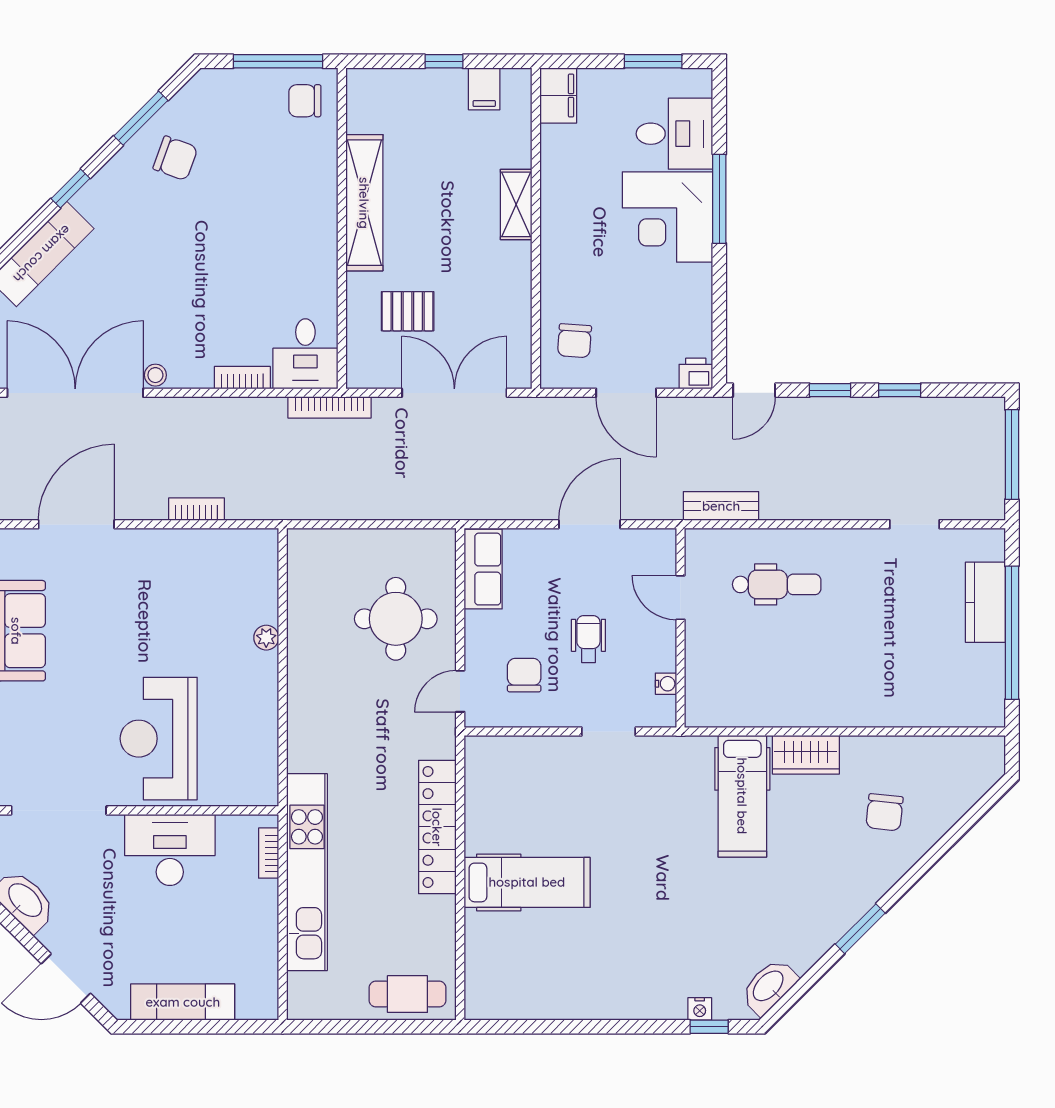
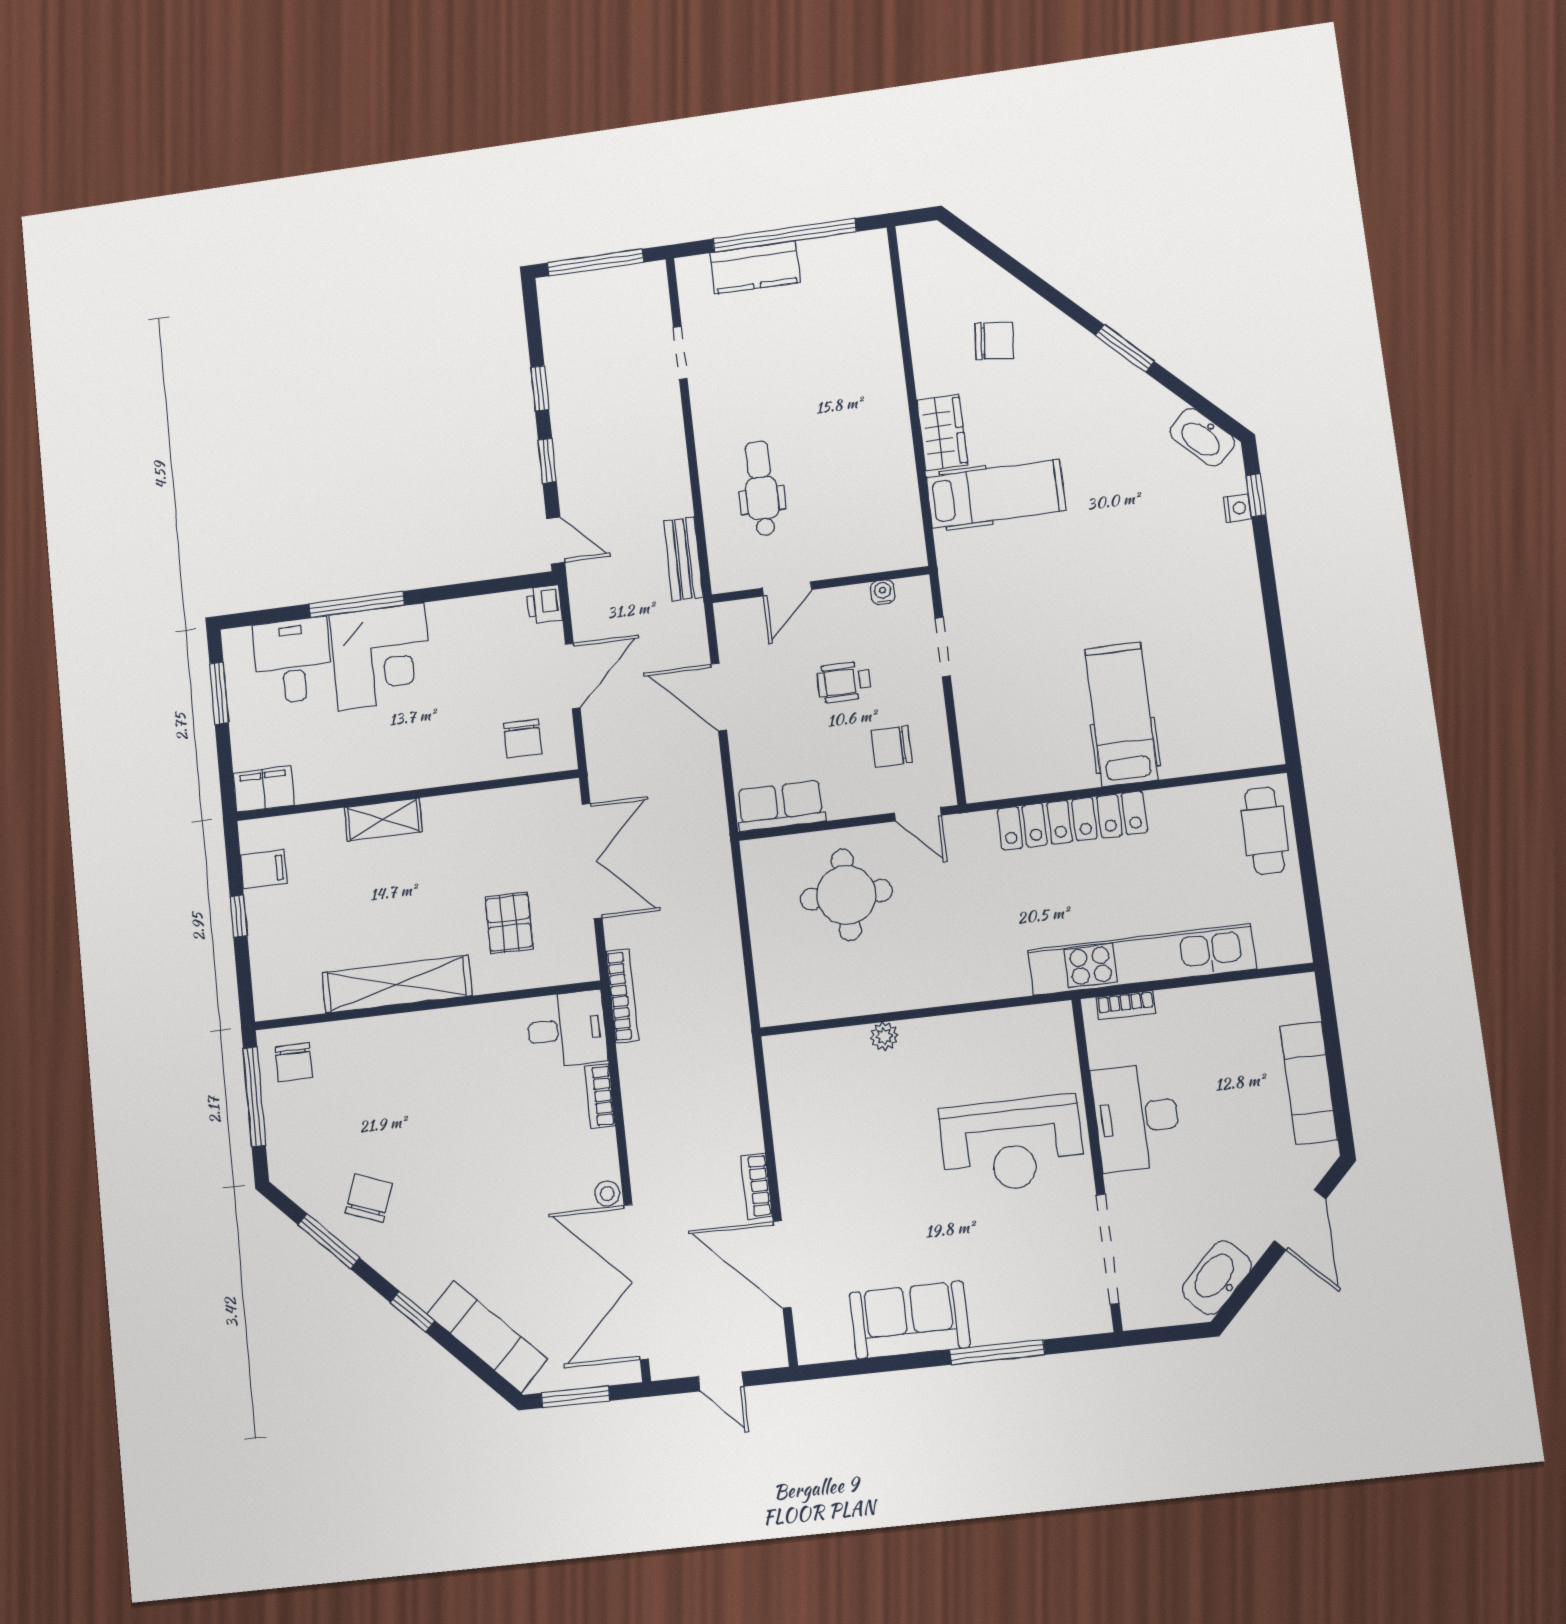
chair: (574, 341) -> (523, 738), turned 86
double door: (454, 393) -> (592, 861), swing flipped
bookcase: (196, 509) -> (756, 1186), moved

